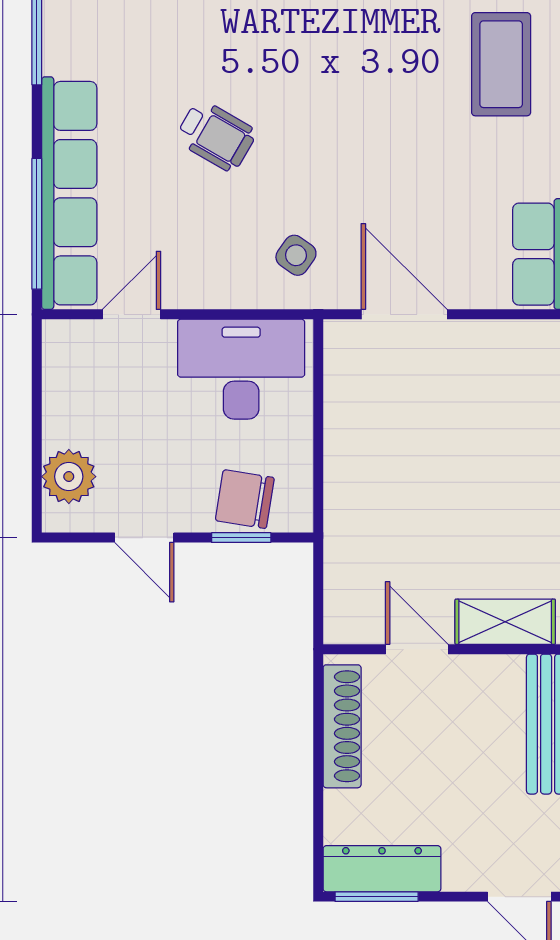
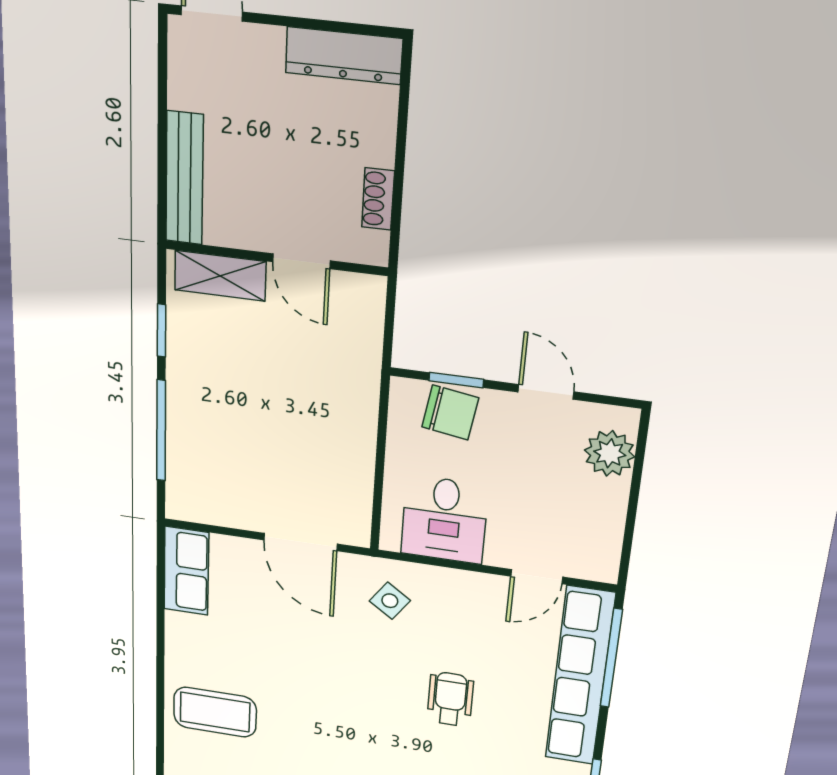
coffee table: (501, 64) -> (215, 712), turned 90
wheelchair: (216, 136) -> (450, 699), turned 60
desk: (241, 369) -> (444, 519), width x0.73
shoe rack: (342, 726) -> (378, 199), width x0.51, depth x0.81
window: (377, 897) -> (351, 28), removed

